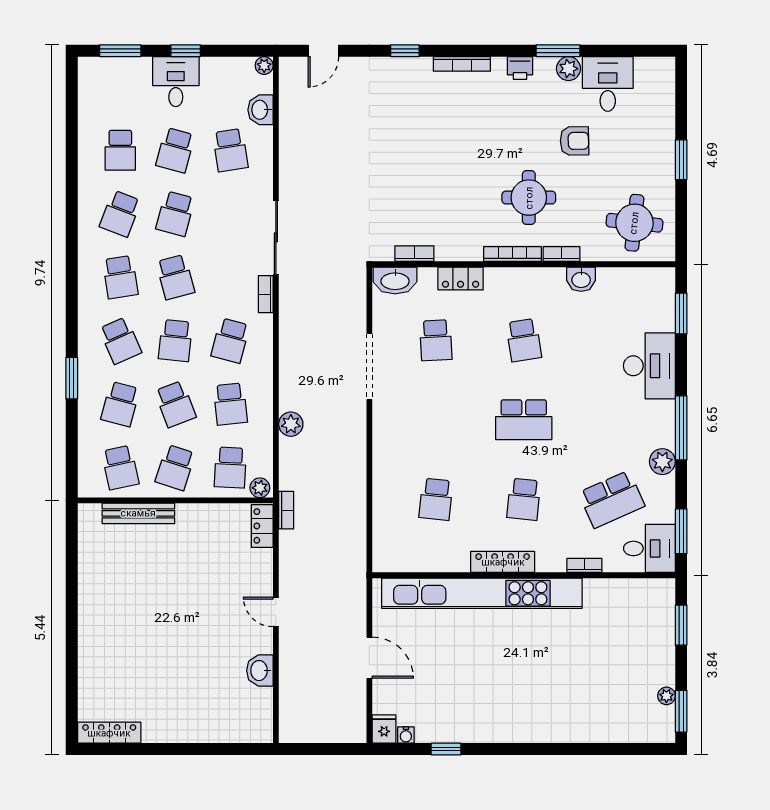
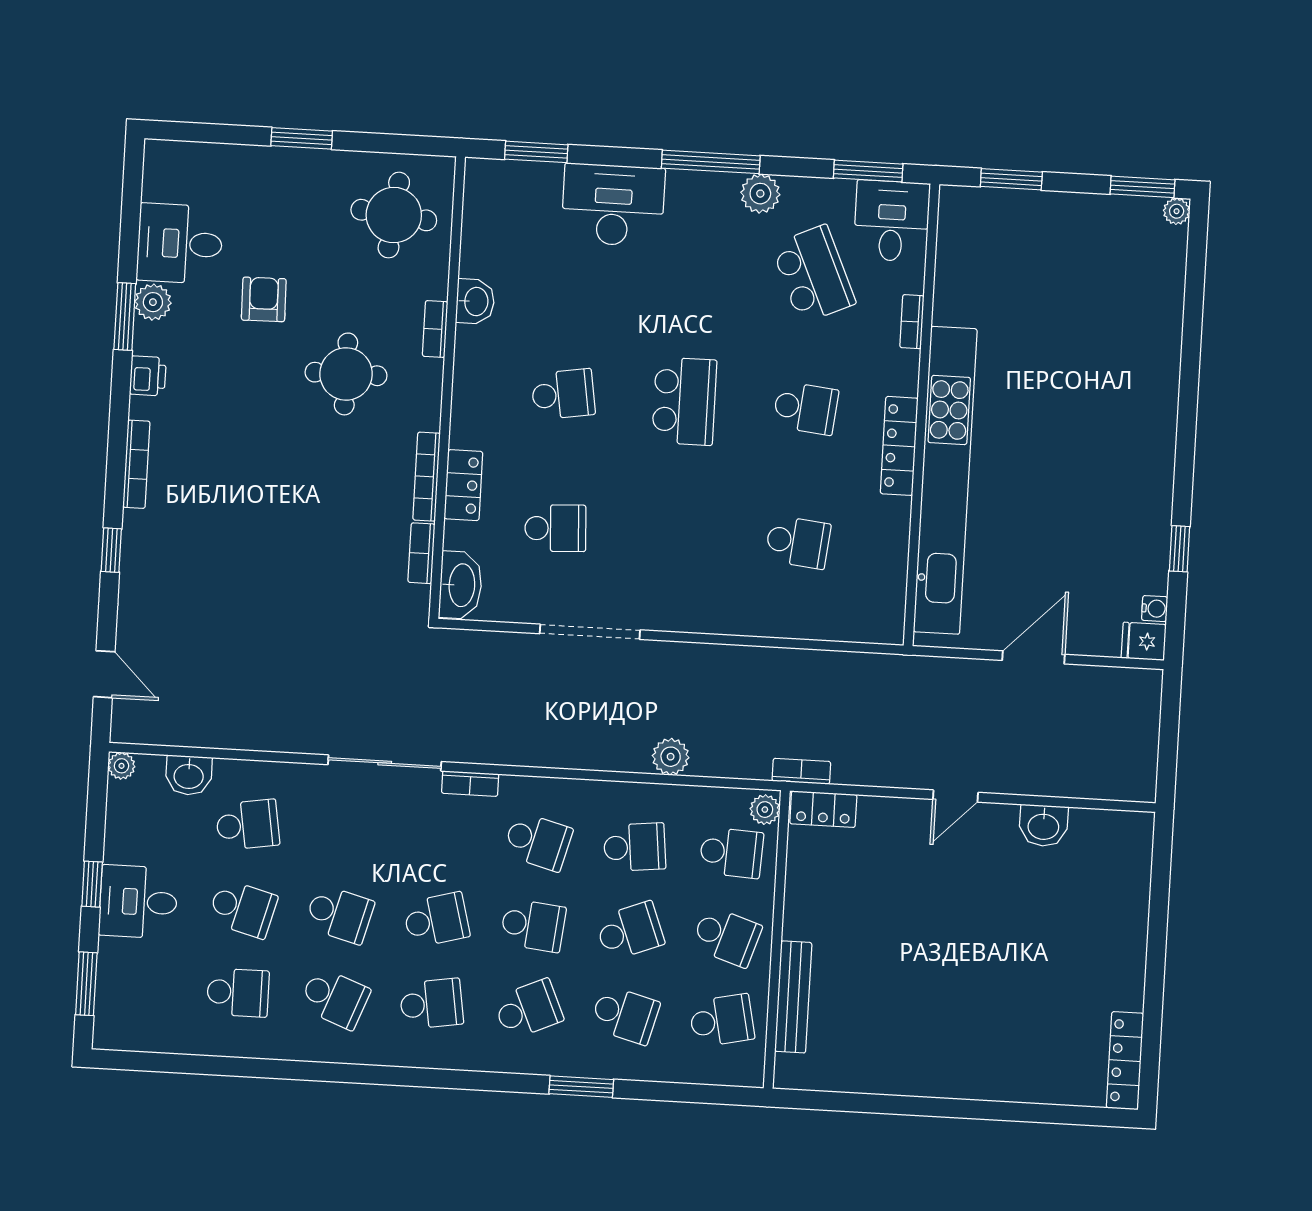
bookcase: (512, 254) -> (427, 477), moved
plant: (666, 696) -> (1177, 211), moved

